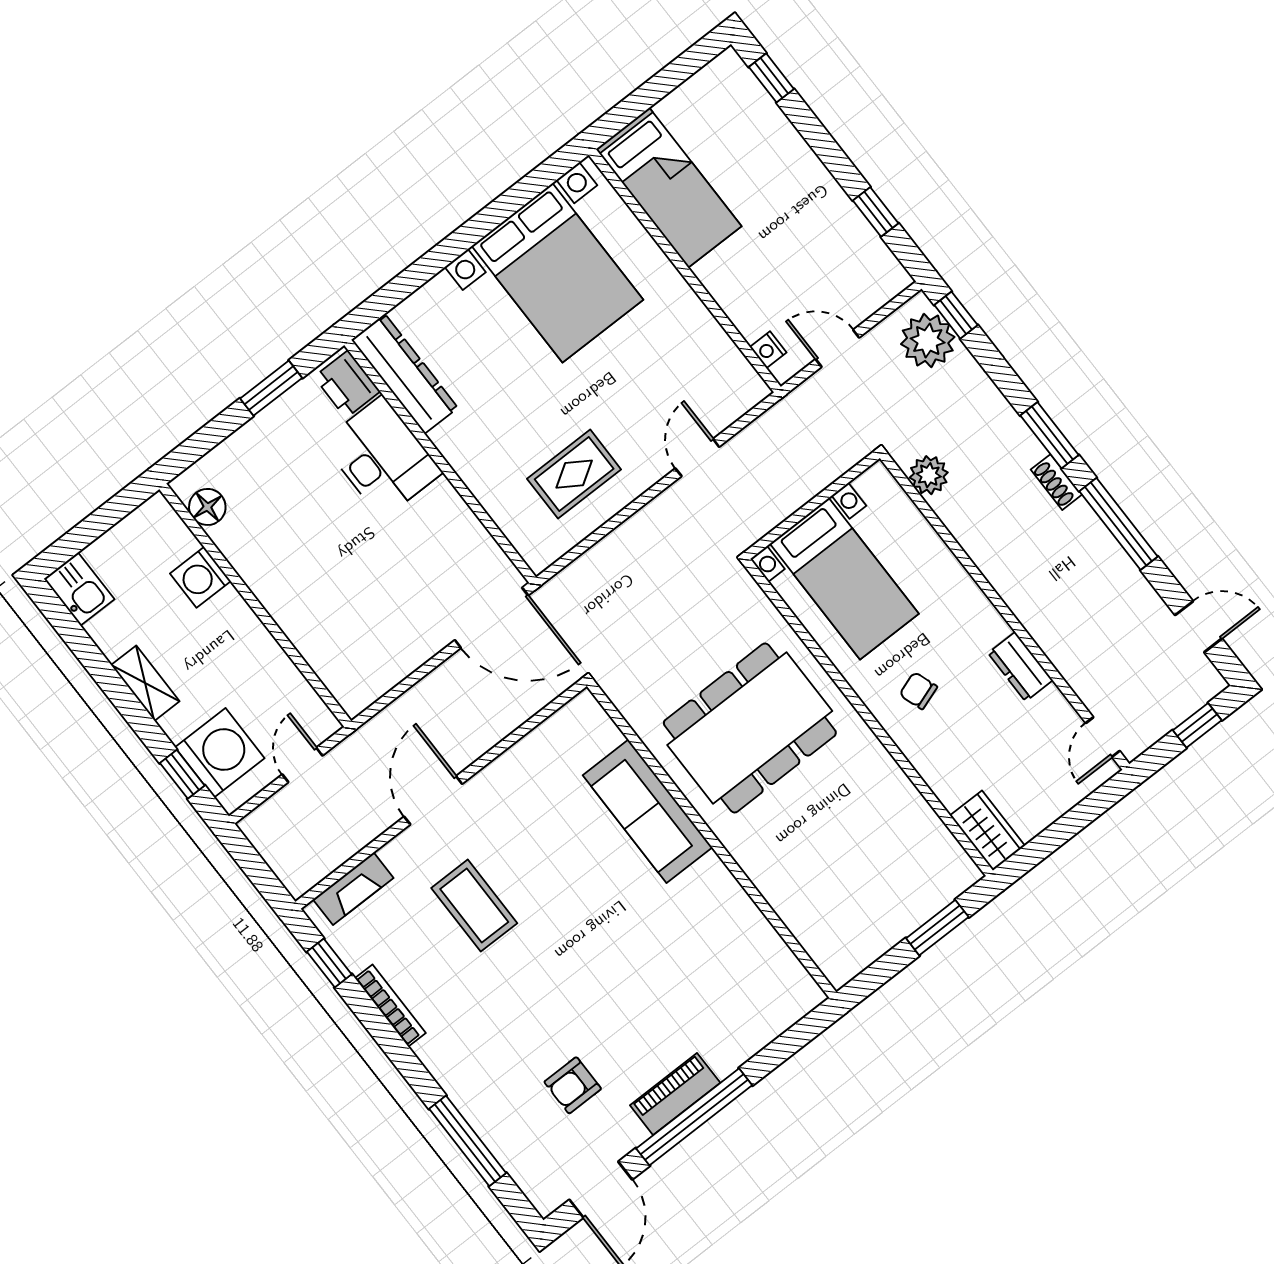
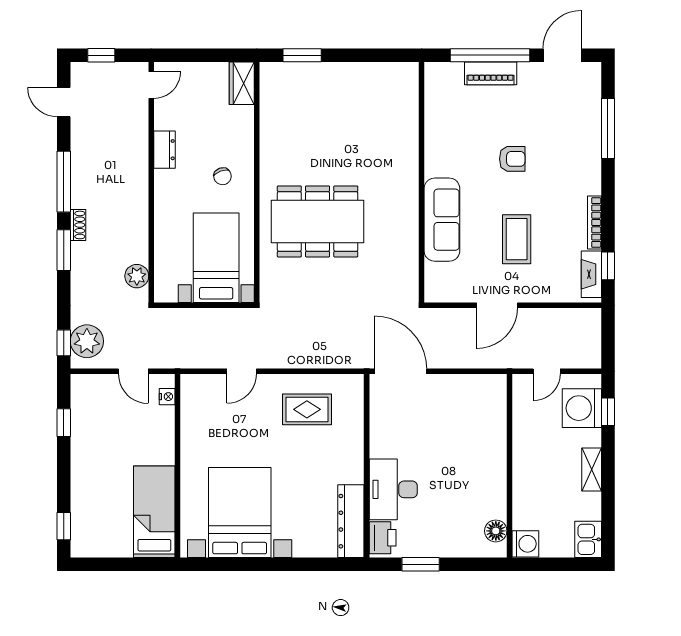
washing machine: (200, 577) -> (525, 544), moved
sofa: (648, 811) -> (442, 220), moved
wall: (712, 839) -> (422, 182), moved
fireplace: (353, 889) -> (591, 274), moved, turned -90
armchair: (573, 1085) -> (512, 159), moved

